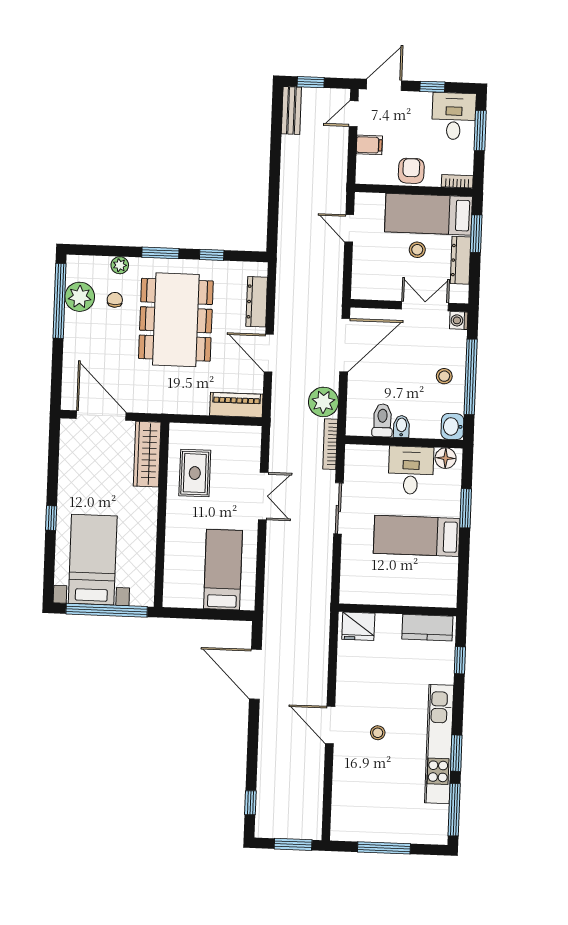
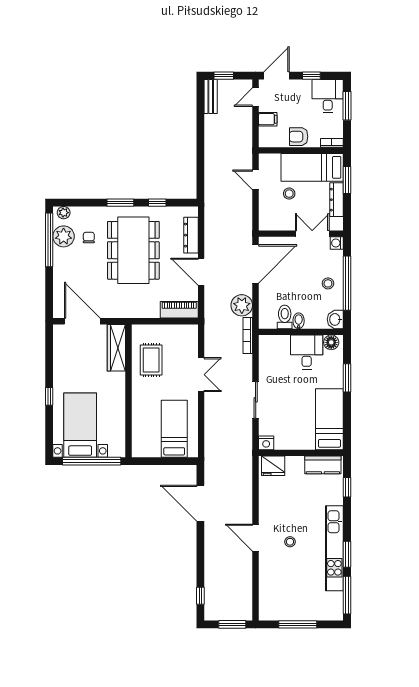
armchair: (411, 171) -> (299, 137), turned -90
stool: (417, 250) -> (289, 194), moved
plant: (120, 265) -> (64, 213), moved
sliding door: (338, 508) -> (256, 400), moved
bed: (417, 536) -> (329, 419), moved, turned 90
nightstand: (350, 594) -> (266, 443), added

